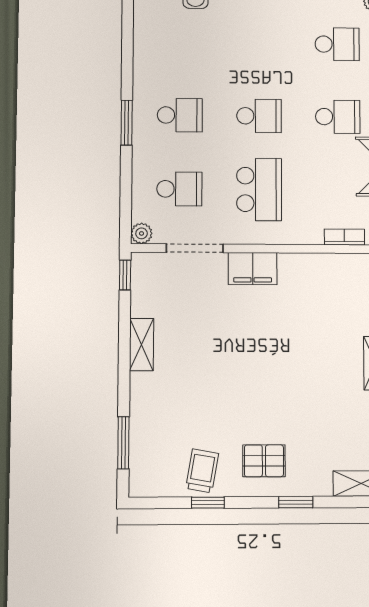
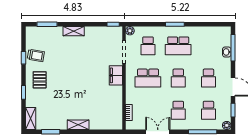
school desk: (259, 43) -> (208, 78), added
school desk: (180, 115) -> (178, 46), width x1.85
shelving: (142, 345) -> (74, 31), moved

